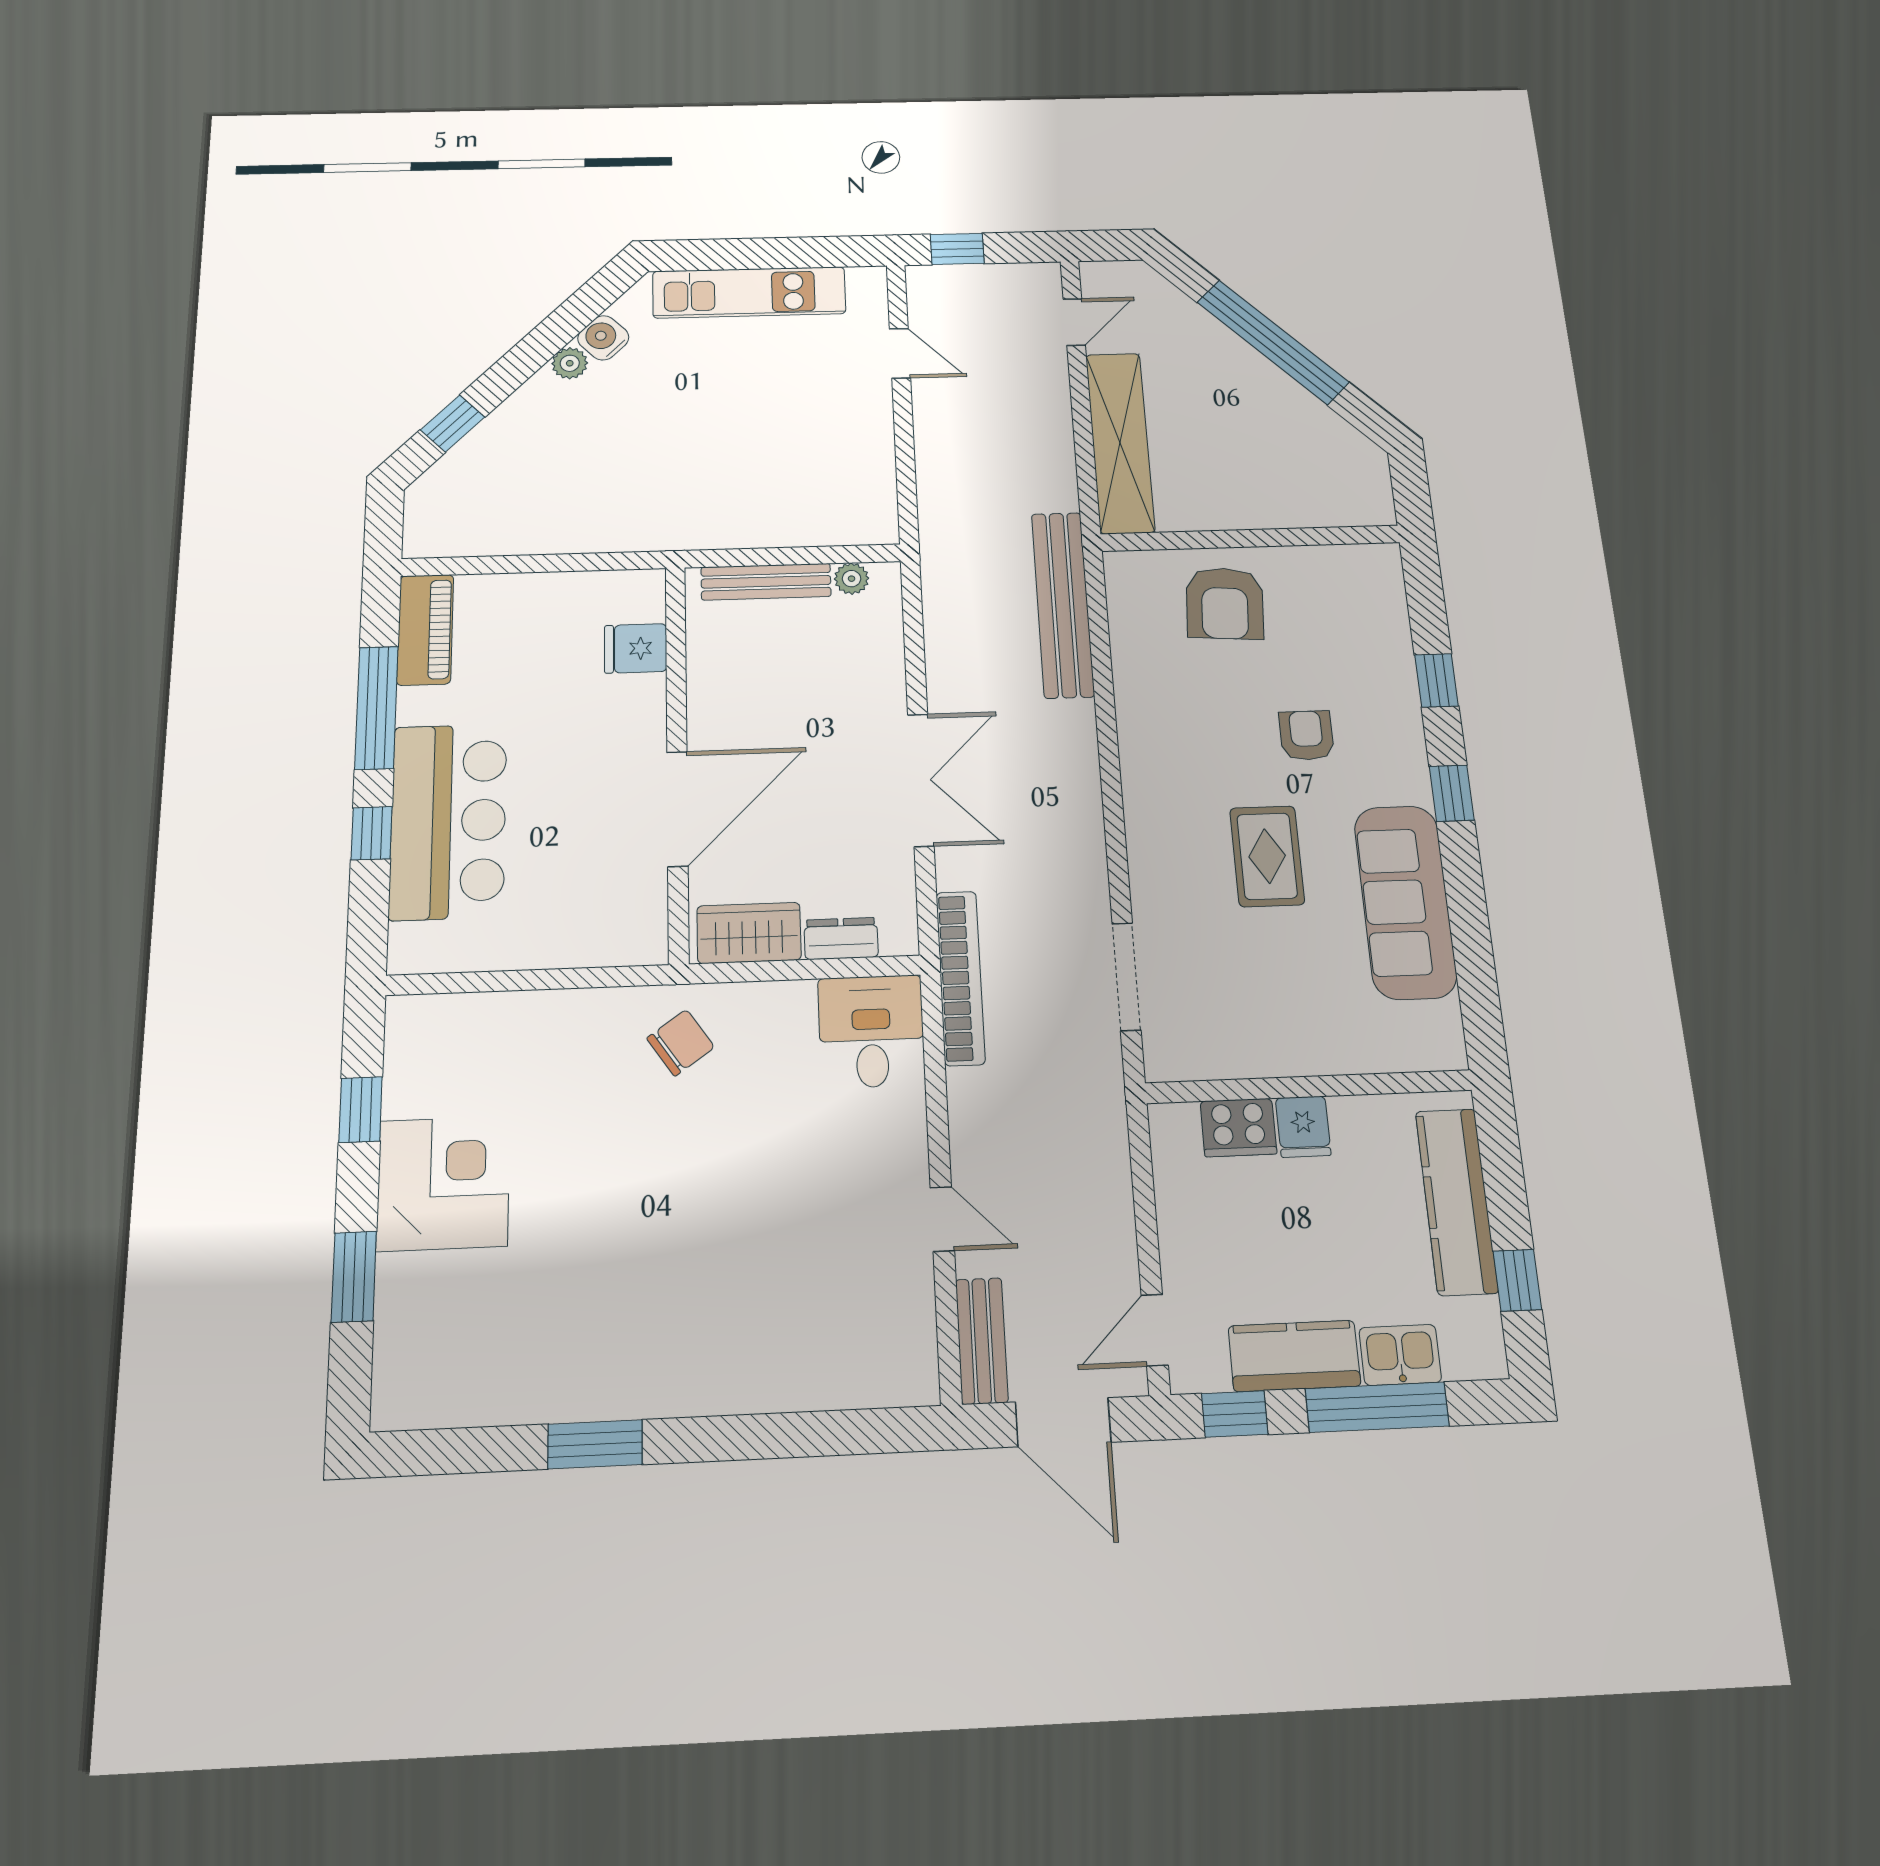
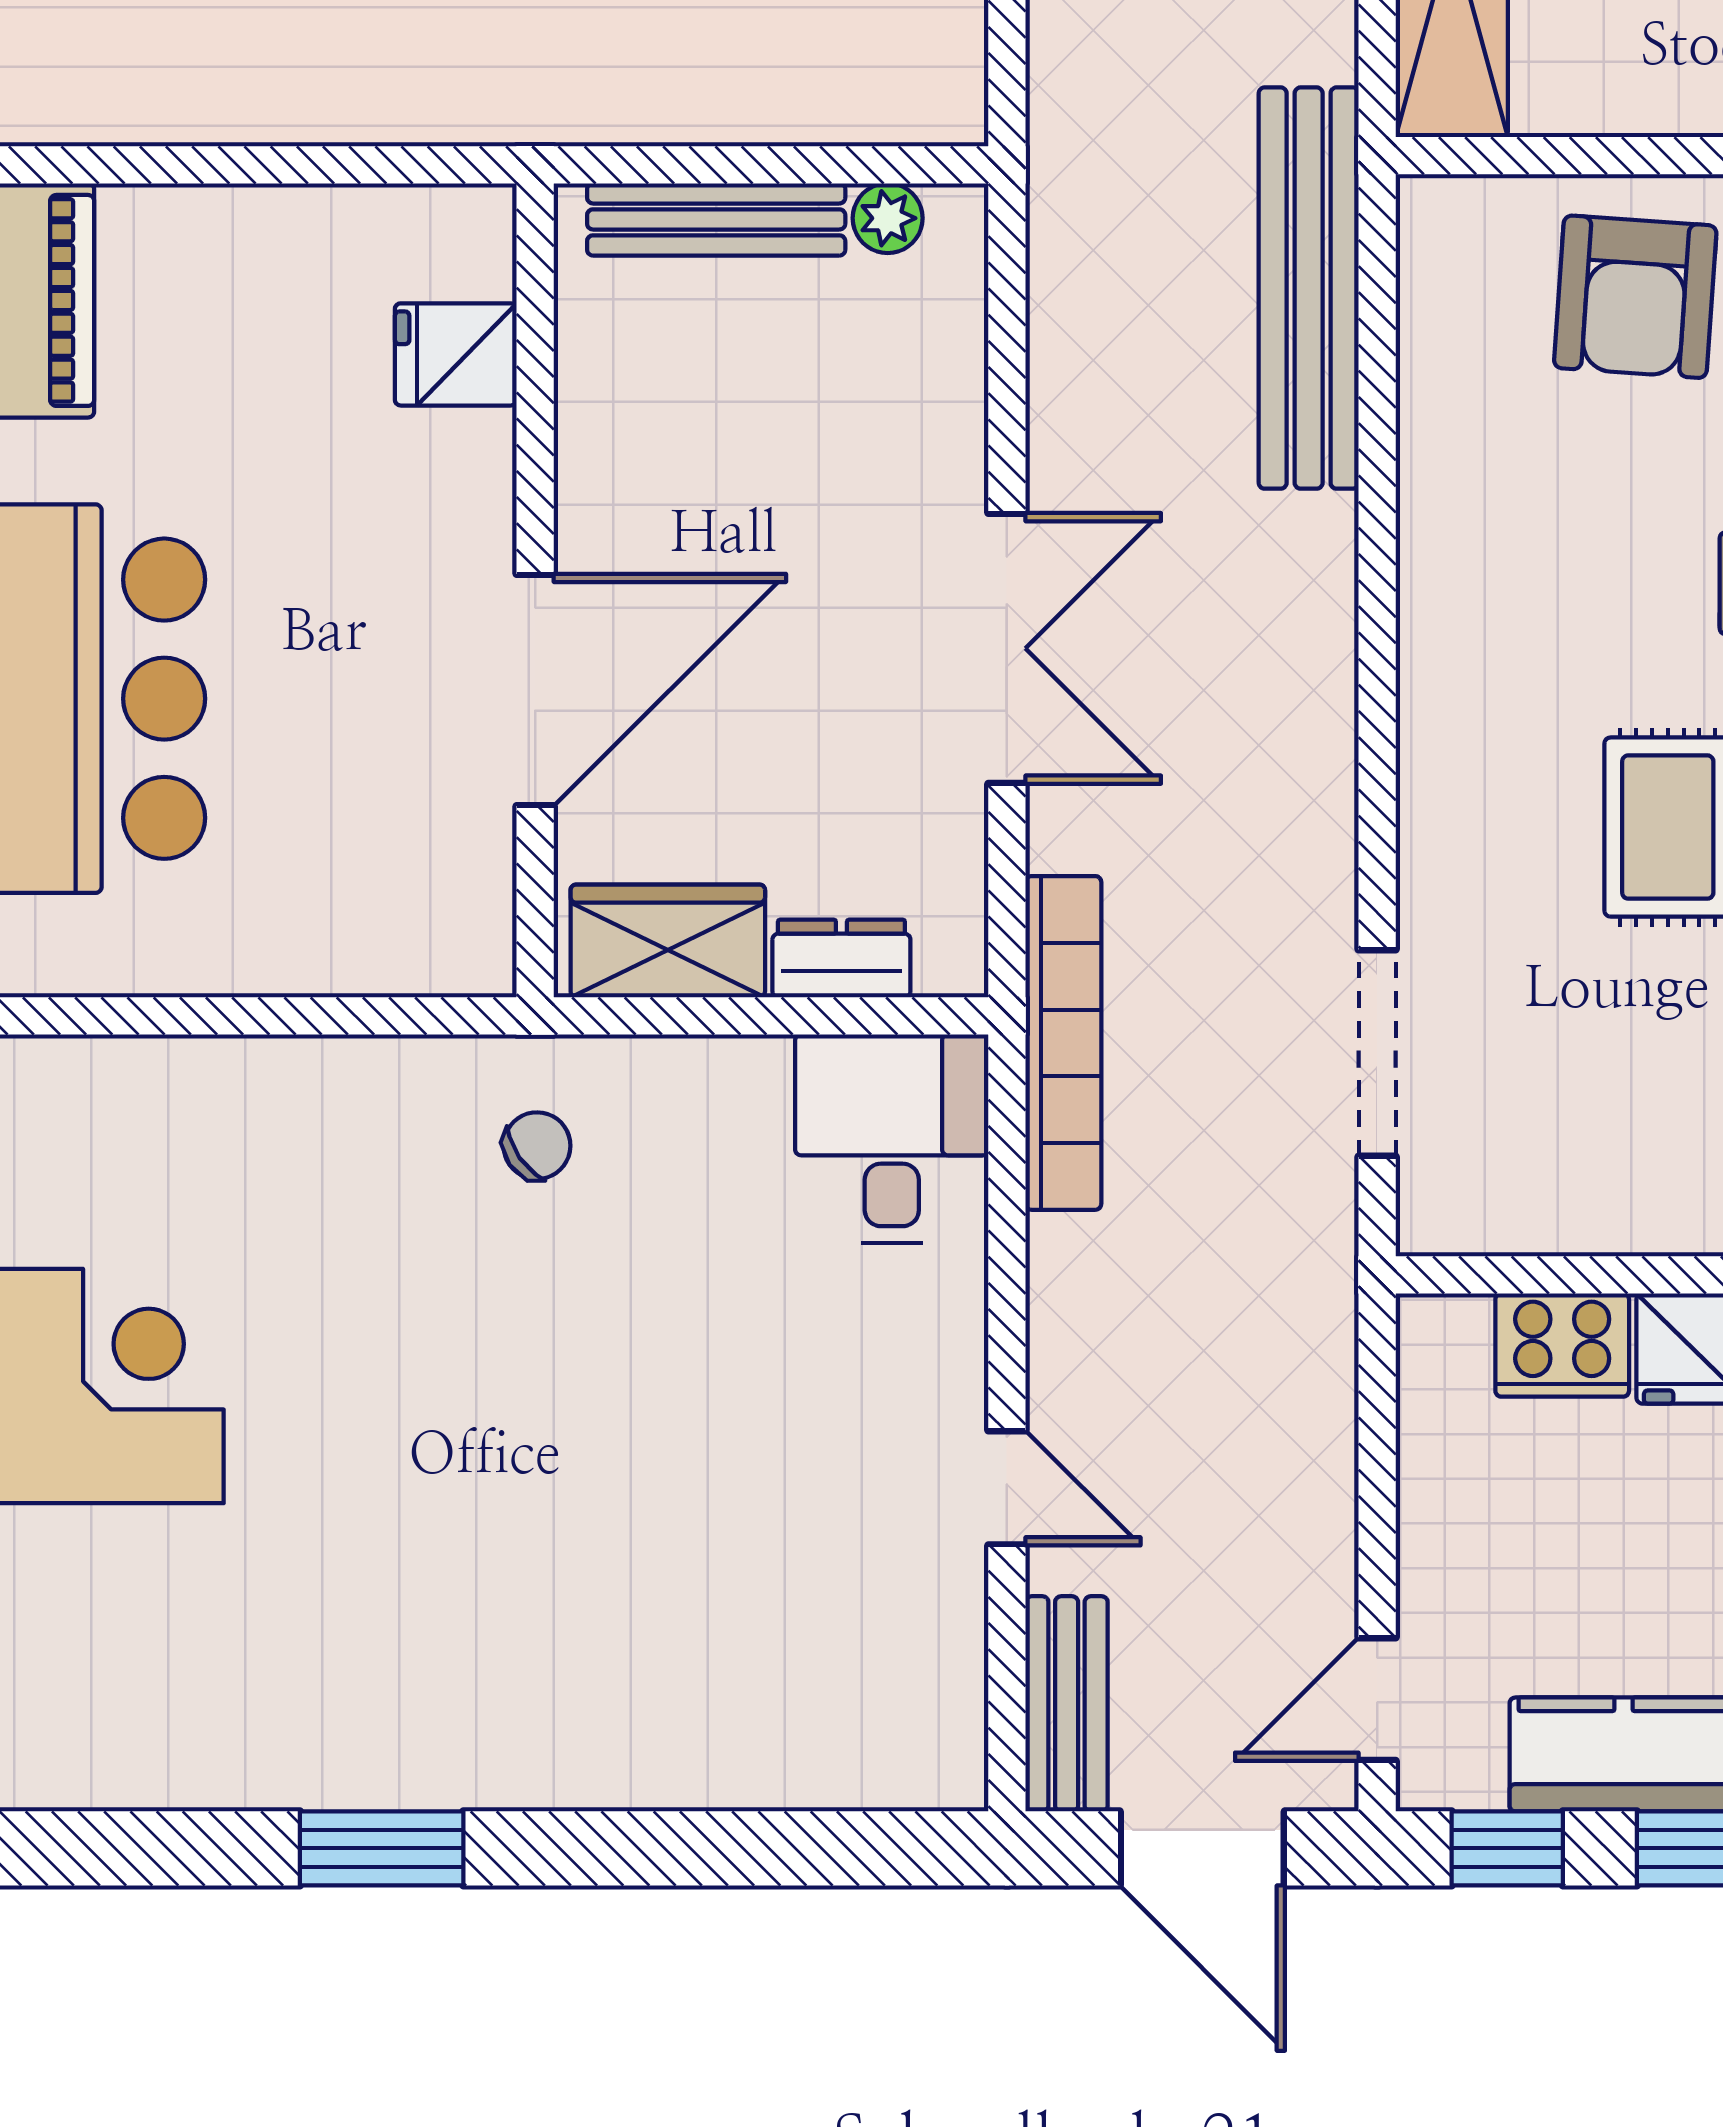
chair: (681, 1043) -> (537, 1146), width x0.73, depth x0.73

